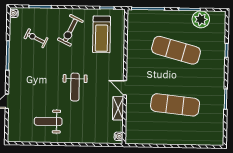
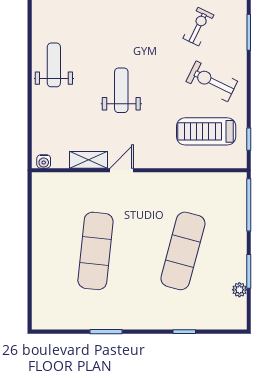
plant: (201, 19) -> (239, 290), width x0.53, depth x0.53
weight bench: (75, 87) -> (121, 90), turned 90
weight bench: (48, 121) -> (54, 65), moved

